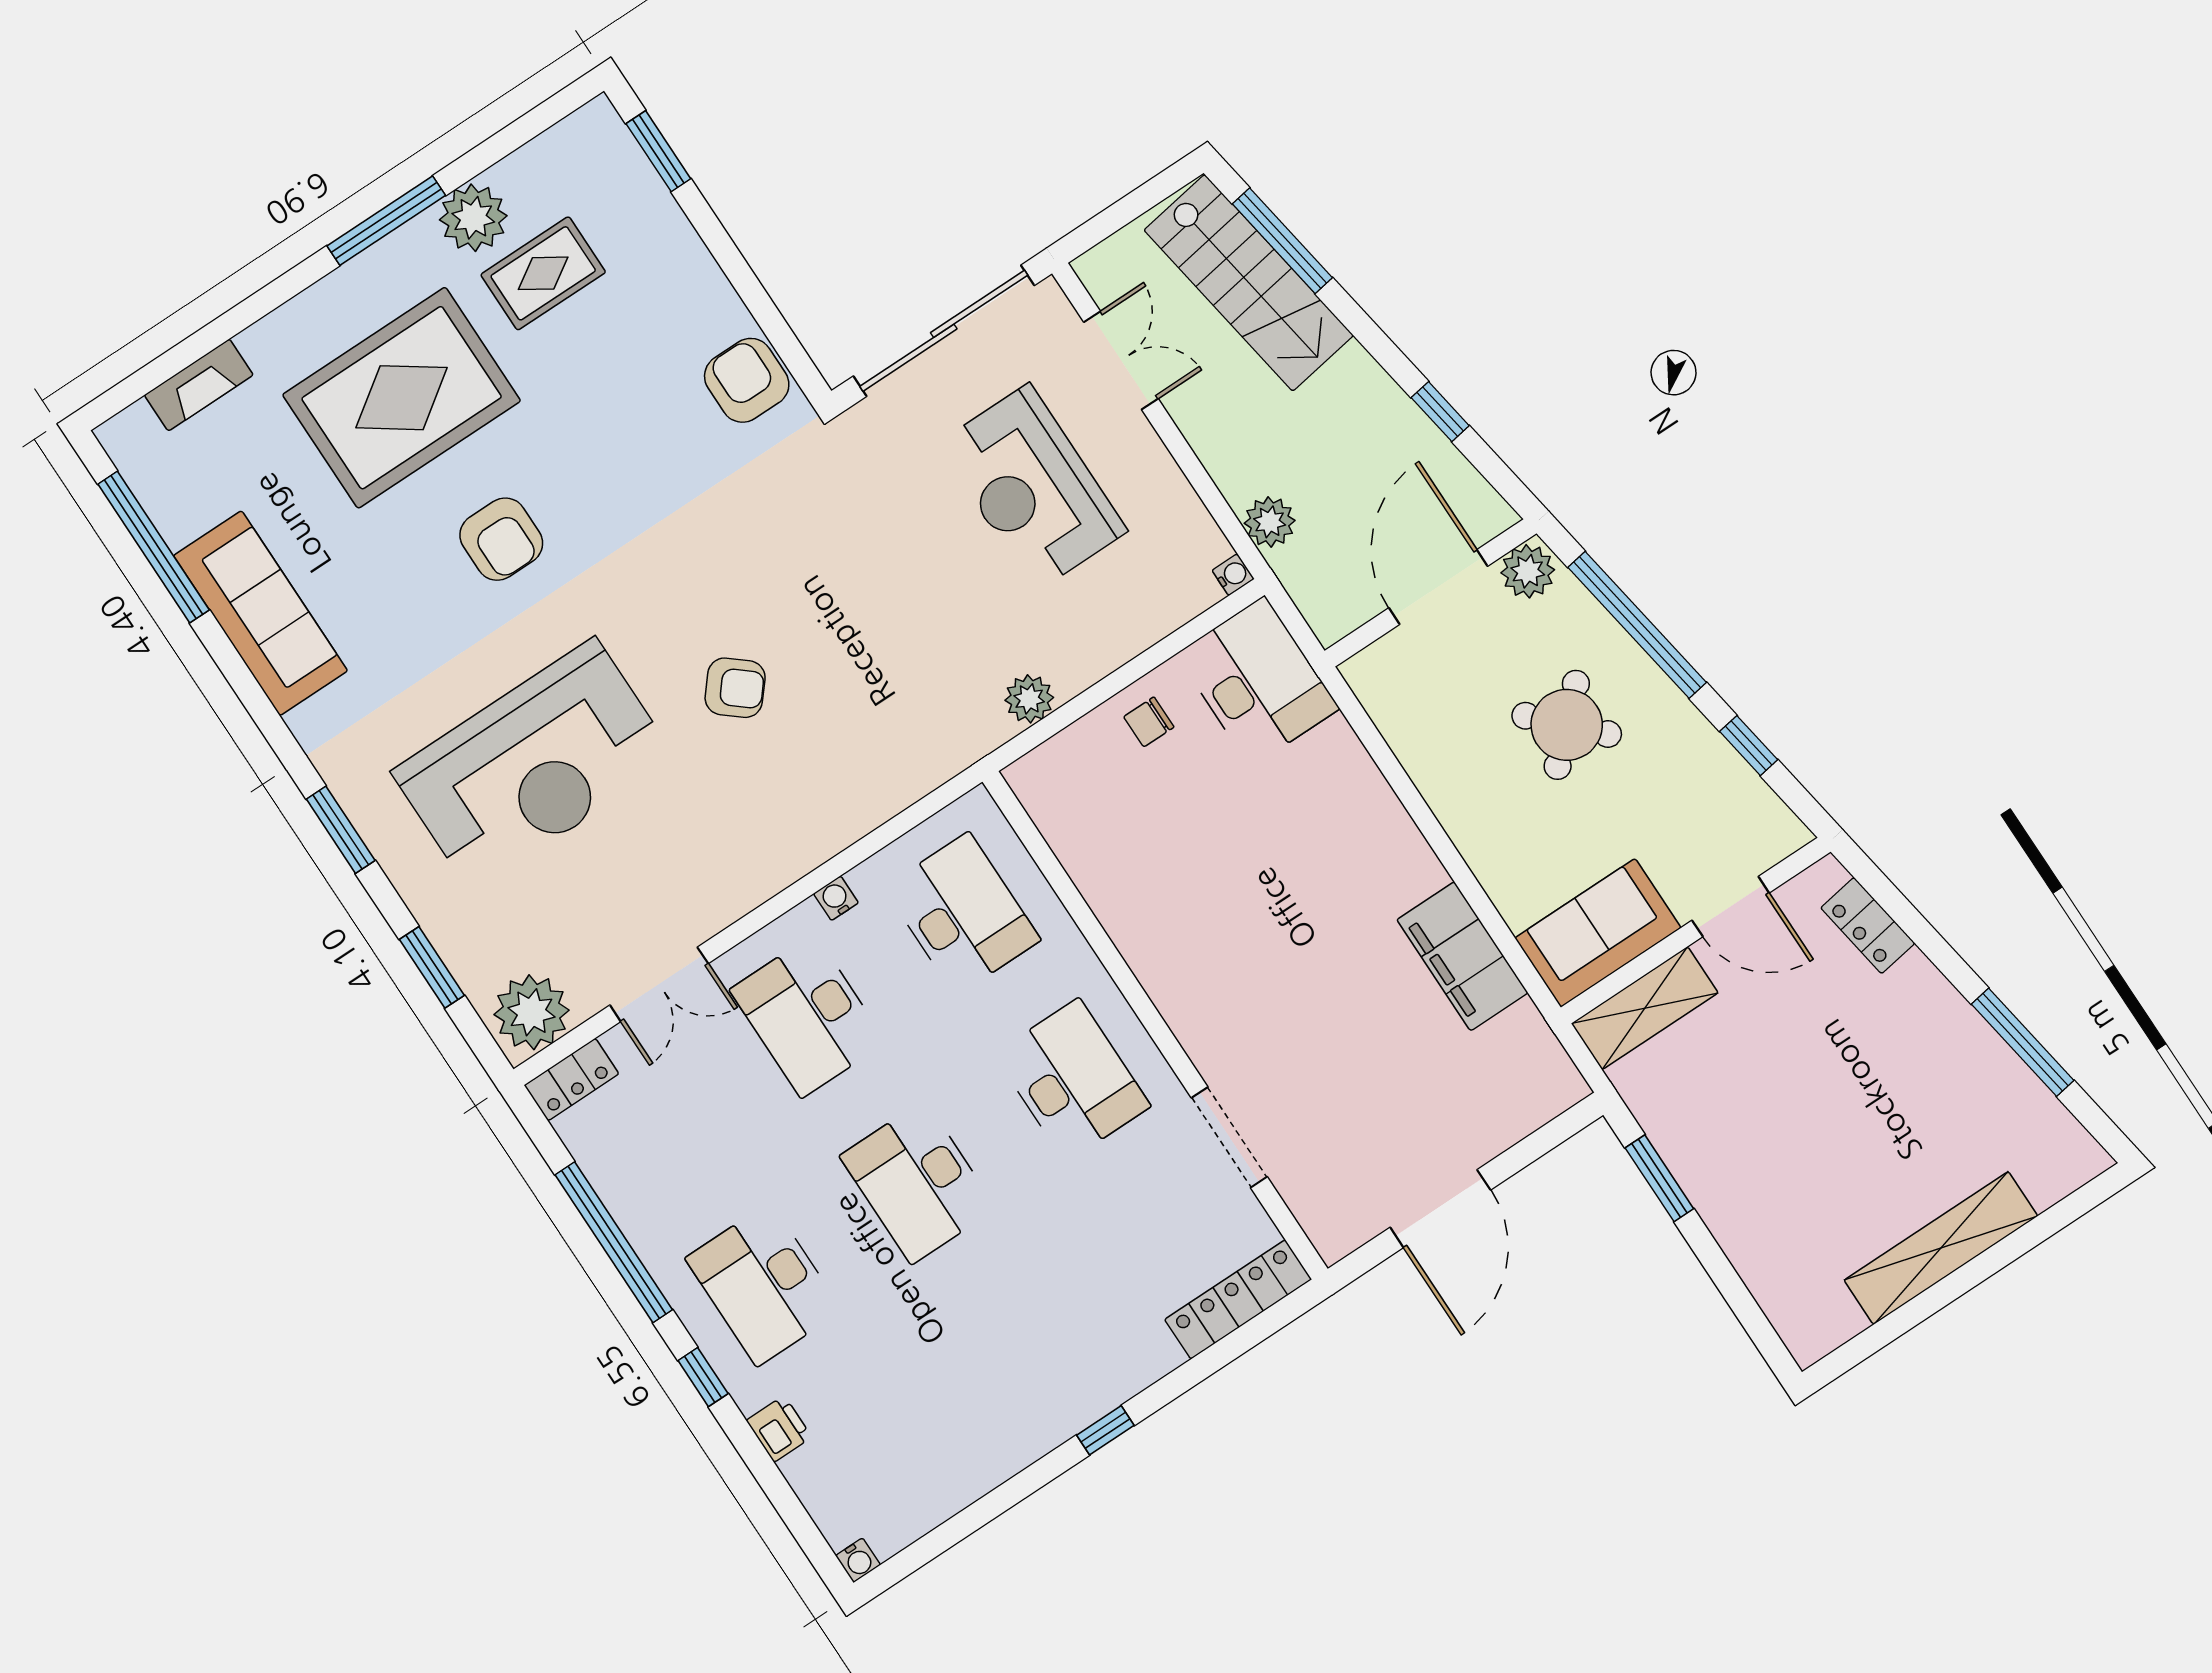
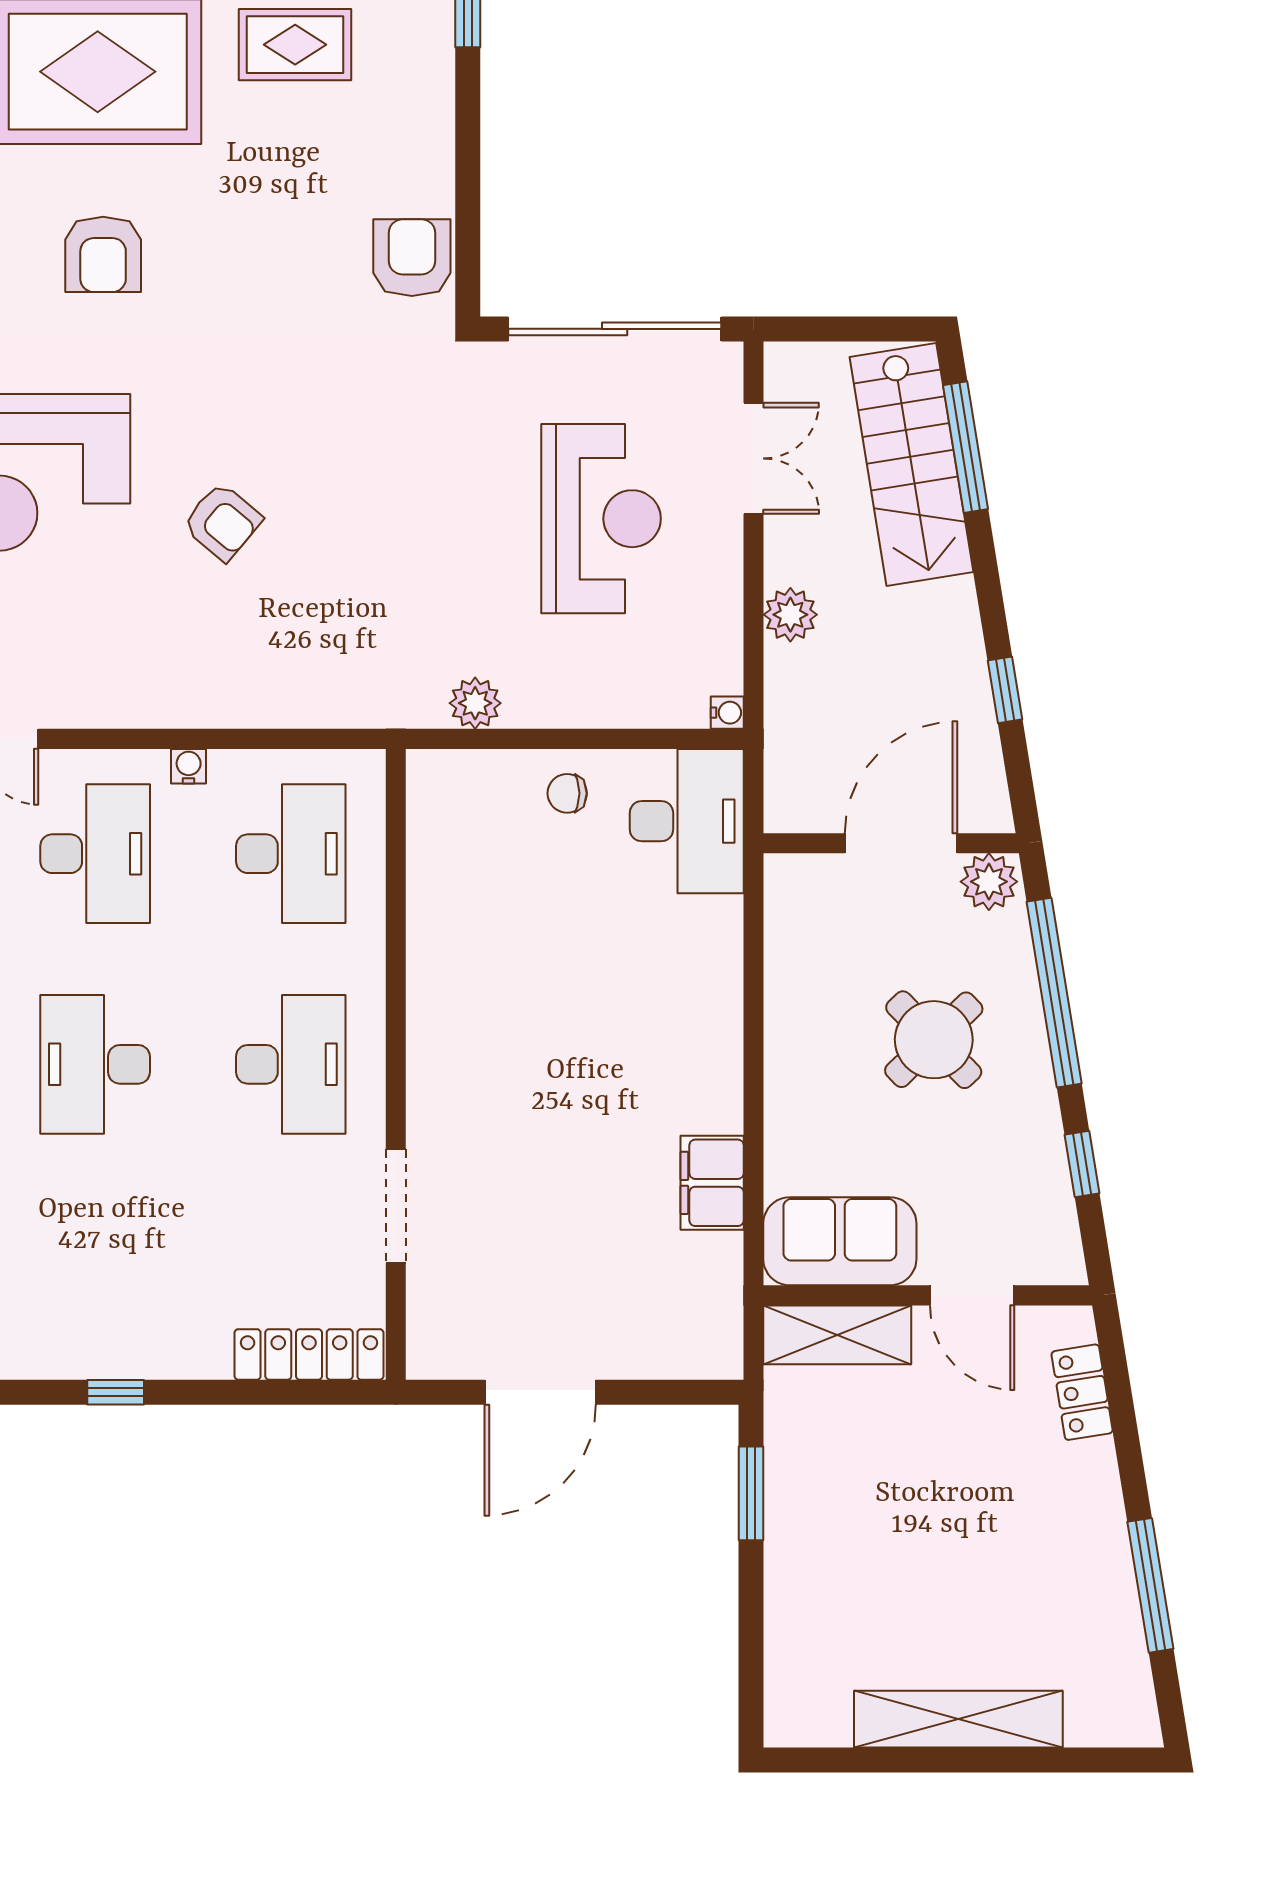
reception desk: (1032, 488) -> (601, 519), turned 180
plant: (1270, 522) -> (790, 615), moved
filing cabinet: (1462, 956) -> (712, 1183), width x0.67, depth x0.86
desk: (808, 1016) -> (95, 854), turned 180

